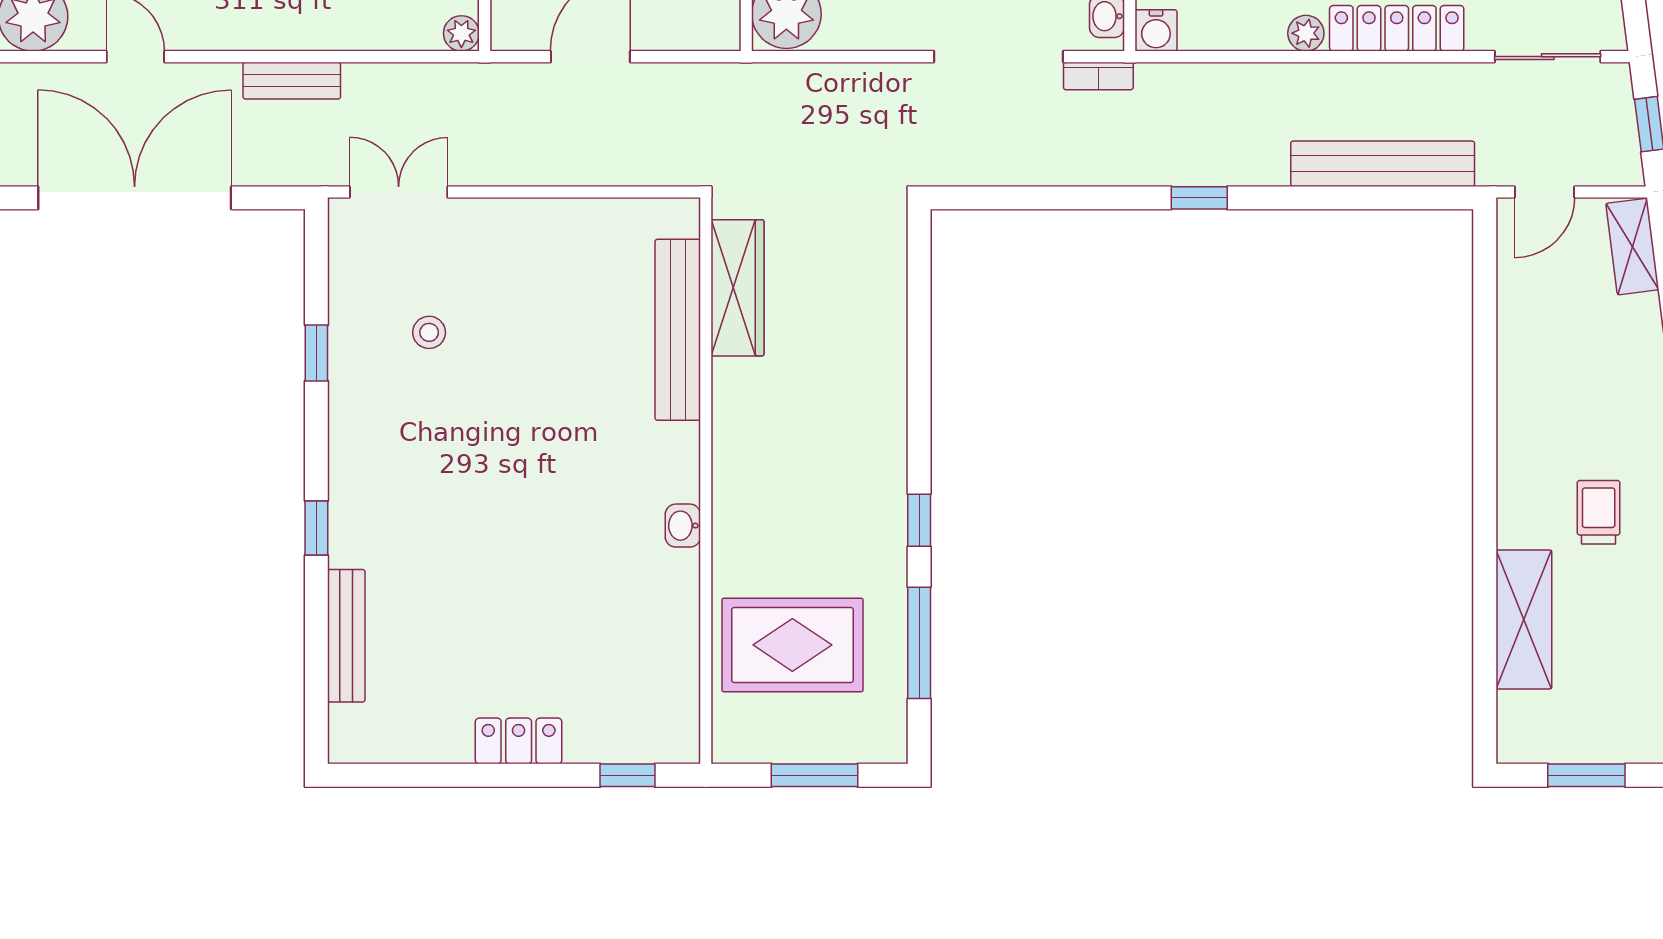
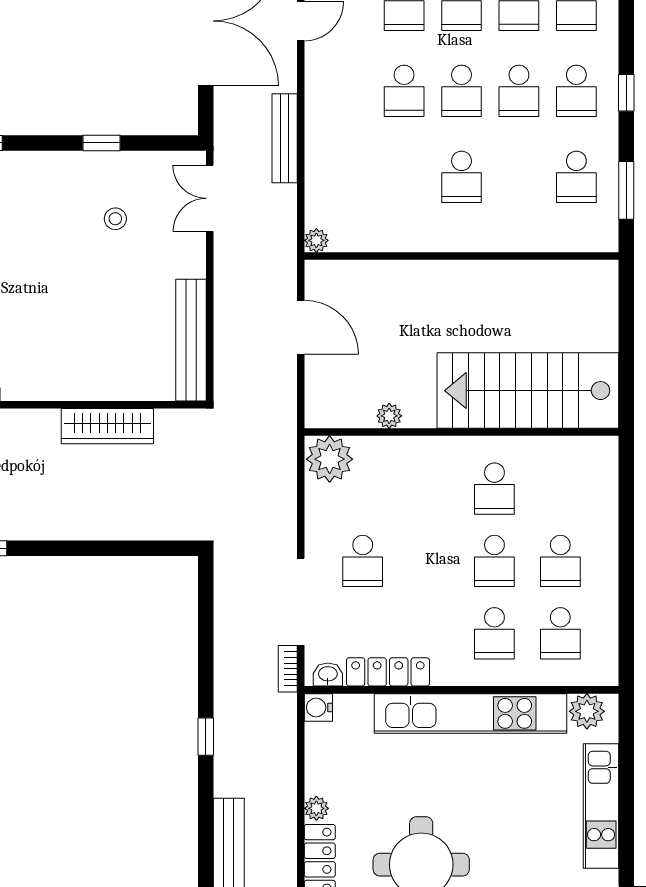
bench: (292, 81) -> (285, 138), width x1.36
double door: (399, 192) -> (210, 198), swing flipped
wardrobe: (737, 288) -> (107, 426), moved
bench: (678, 330) -> (191, 340), moved, turned 90

